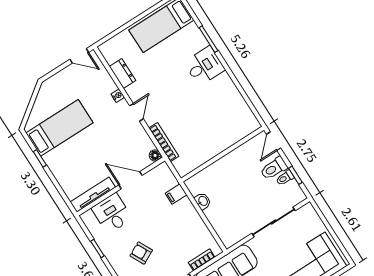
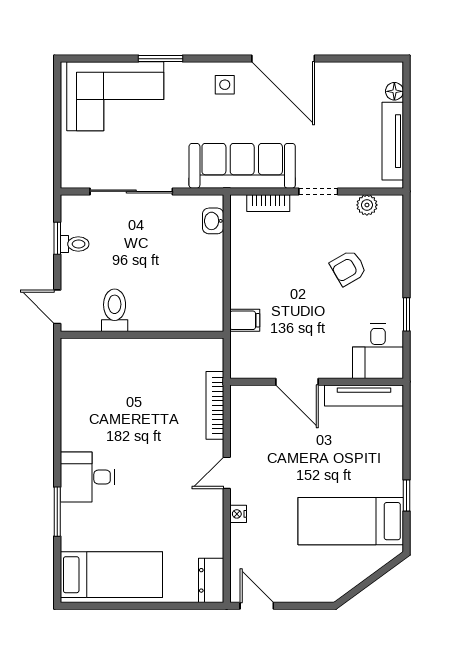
dresser: (123, 73) -> (211, 580), moved
door: (274, 141) -> (57, 307), swing flipped
floor lamp: (155, 155) -> (239, 394), removed
toilet: (274, 168) -> (115, 310), moved, turned -90
washbasin: (203, 201) -> (213, 221), moved
desk: (112, 213) -> (378, 351), moved
armchair: (141, 253) -> (348, 268), turned 87

